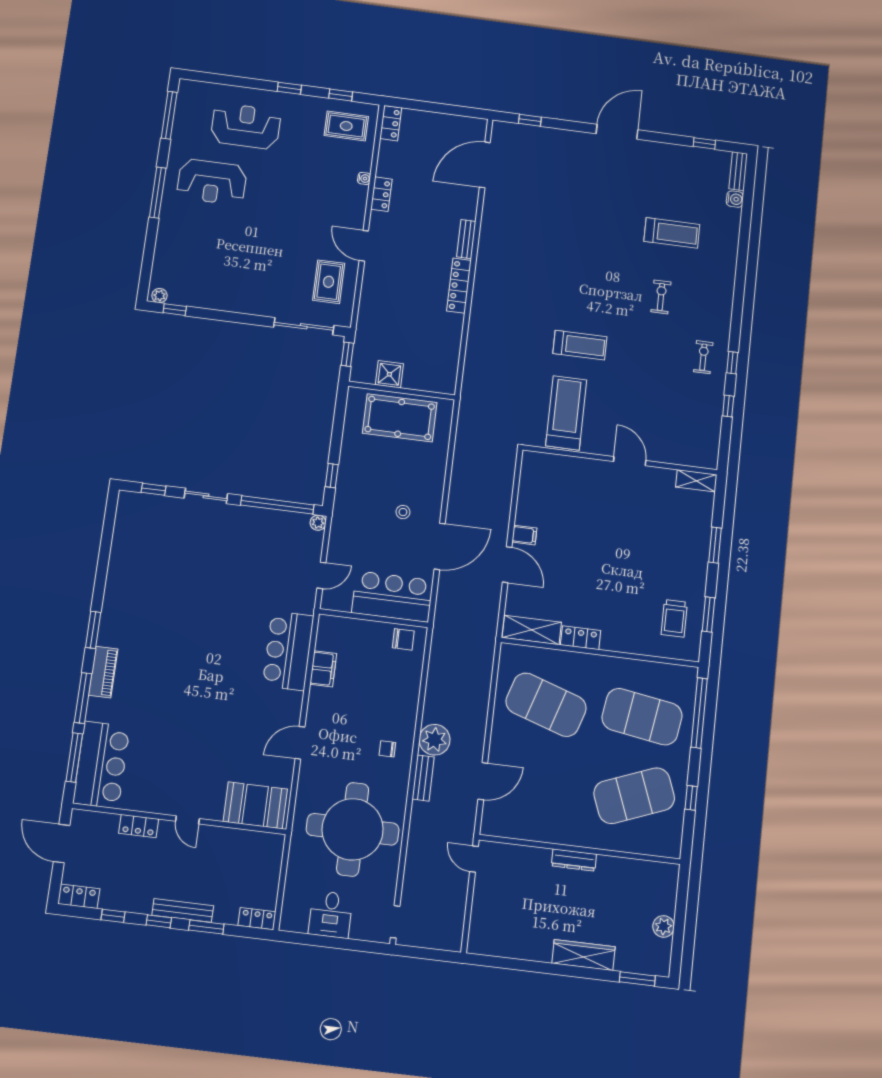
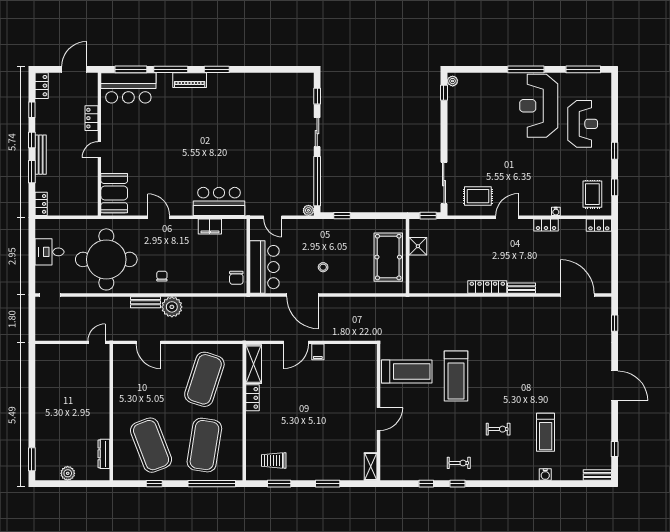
reception desk: (212, 182) -> (539, 106), width x1.36, depth x1.30
water cooler: (735, 199) -> (545, 475), moved
treadmill: (580, 345) -> (456, 376), width x1.37, depth x1.38
dresser: (574, 860) -> (104, 454), moved
wardrobe: (583, 955) -> (43, 422), removed

